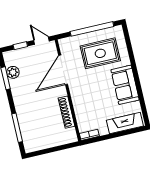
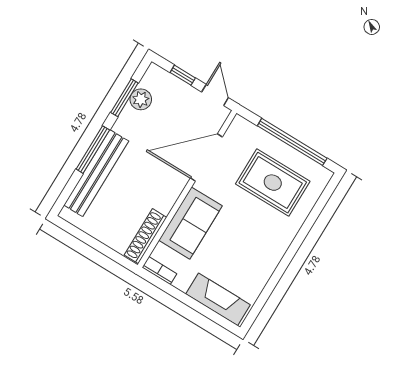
sofa: (125, 85) -> (190, 223), moved, turned 180
shoe rack: (66, 112) -> (145, 236), moved
bench: (24, 120) -> (96, 173), added
window: (17, 128) -> (93, 150), moved

